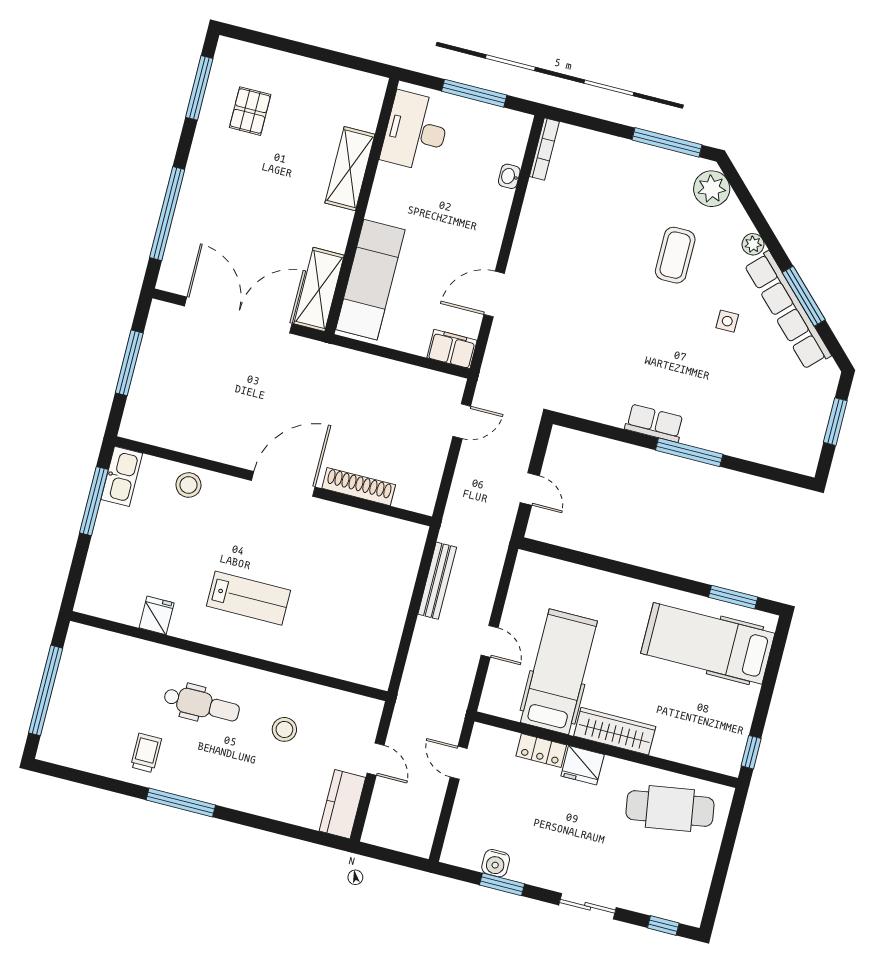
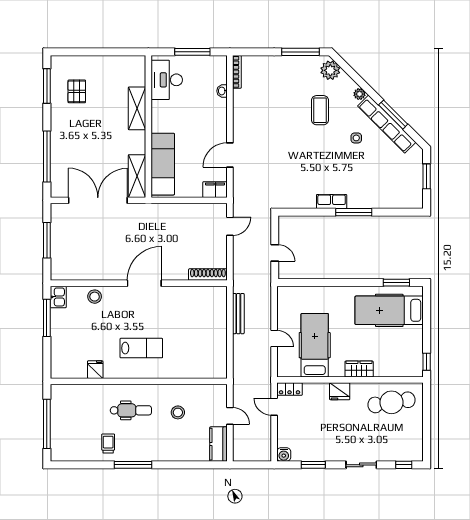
kitchen sink: (122, 476) -> (58, 297), width x0.73
shoe rack: (359, 487) -> (208, 275), moved
wardrobe: (615, 731) -> (359, 369), width x0.67
locker: (541, 751) -> (289, 389), moved
water cooler: (496, 863) -> (284, 455), moved

